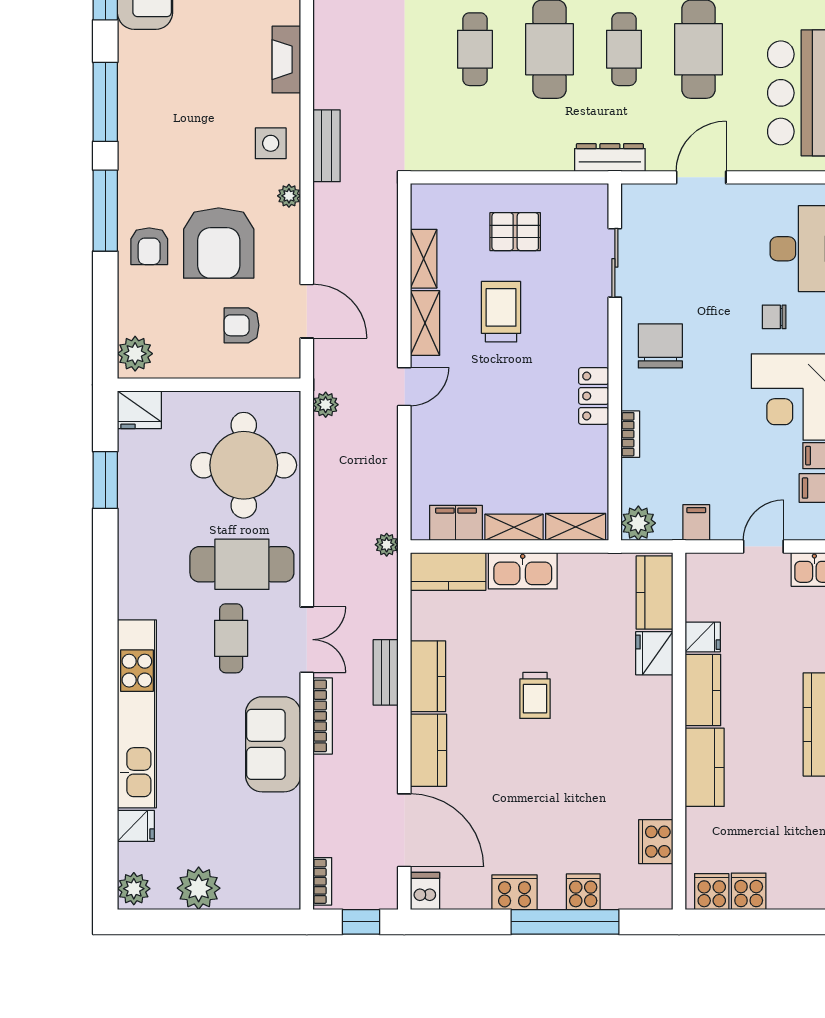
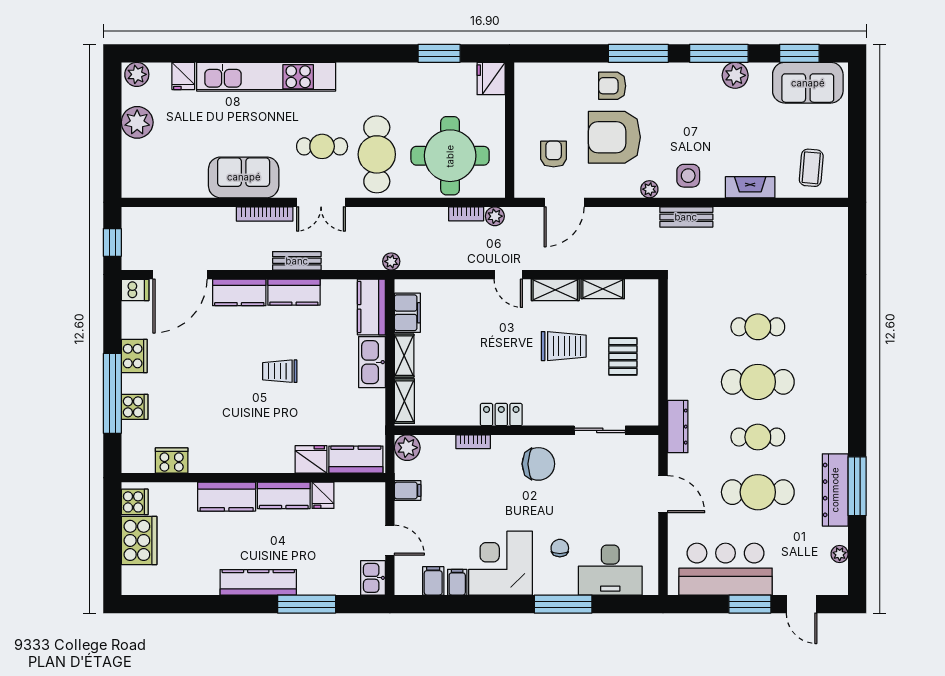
plant: (135, 354) -> (735, 75), moved
bookcase: (322, 881) -> (466, 214), moved
cooker: (749, 891) -> (139, 540), width x1.87, depth x1.31

